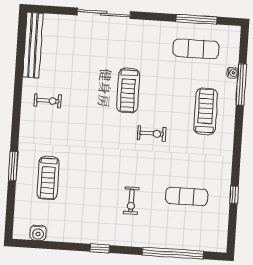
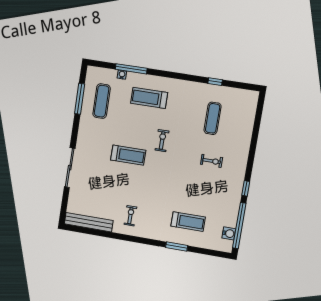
window: (173, 253) -> (239, 226), moved

